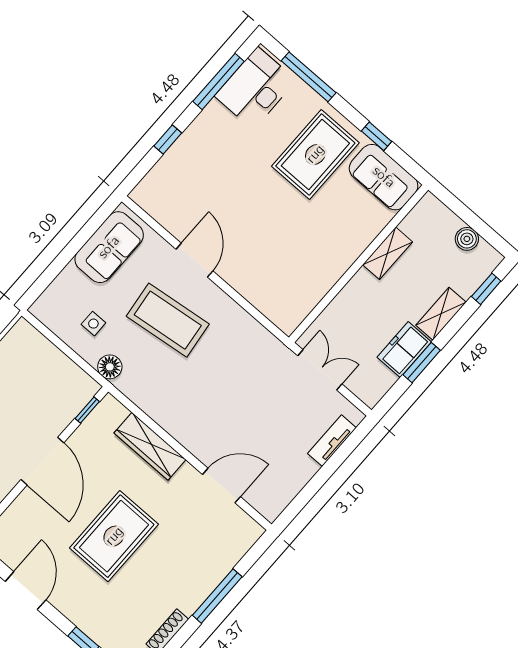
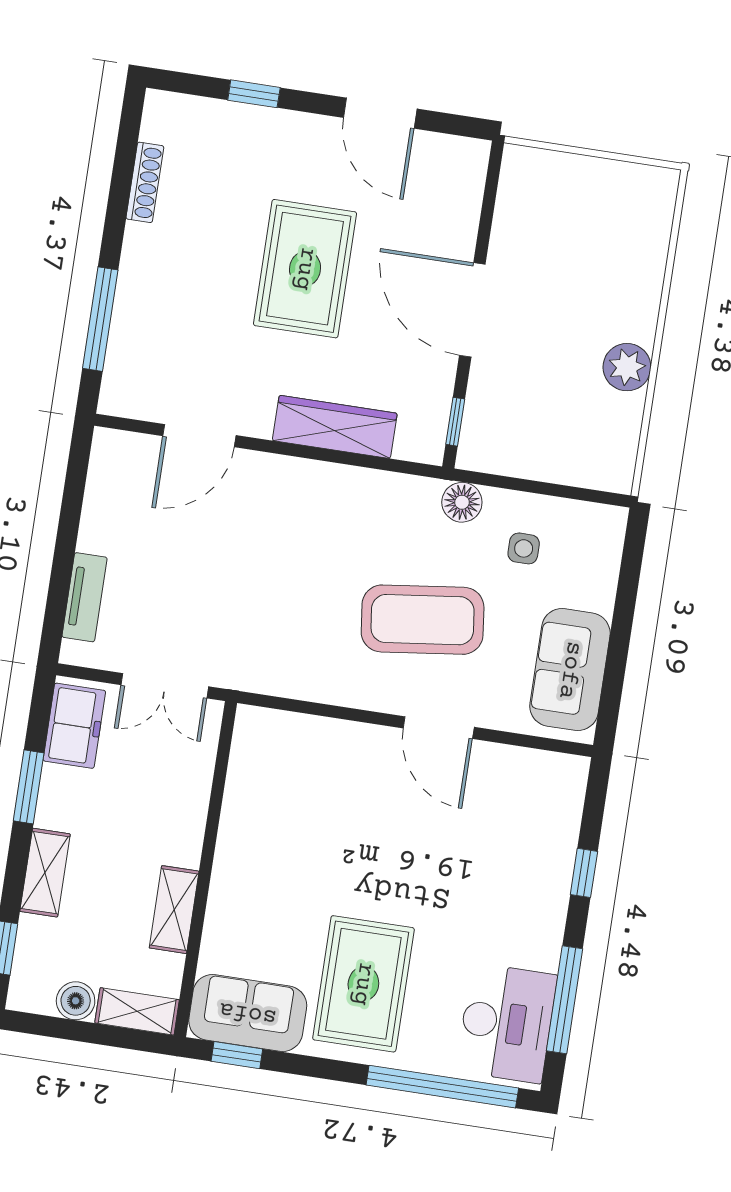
window: (309, 77) -> (442, 1087), width x1.46
window: (377, 136) -> (237, 1055), moved
shelving: (439, 214) -> (137, 1011), added
freezer: (404, 350) -> (74, 726), moved
window: (217, 596) -> (100, 319), moved

